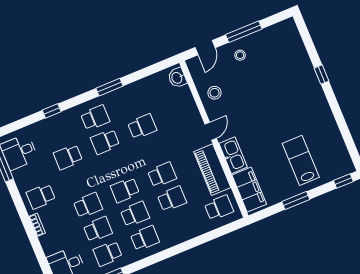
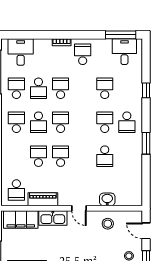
washbasin: (177, 78) -> (107, 199), moved
piano: (212, 170) -> (43, 199), width x0.73, depth x0.75
school desk: (162, 175) -> (61, 156), turned 180
school desk: (172, 199) -> (38, 156), turned 180
school desk: (88, 205) -> (61, 88), turned 180
school desk: (145, 238) -> (16, 122), turned 180

